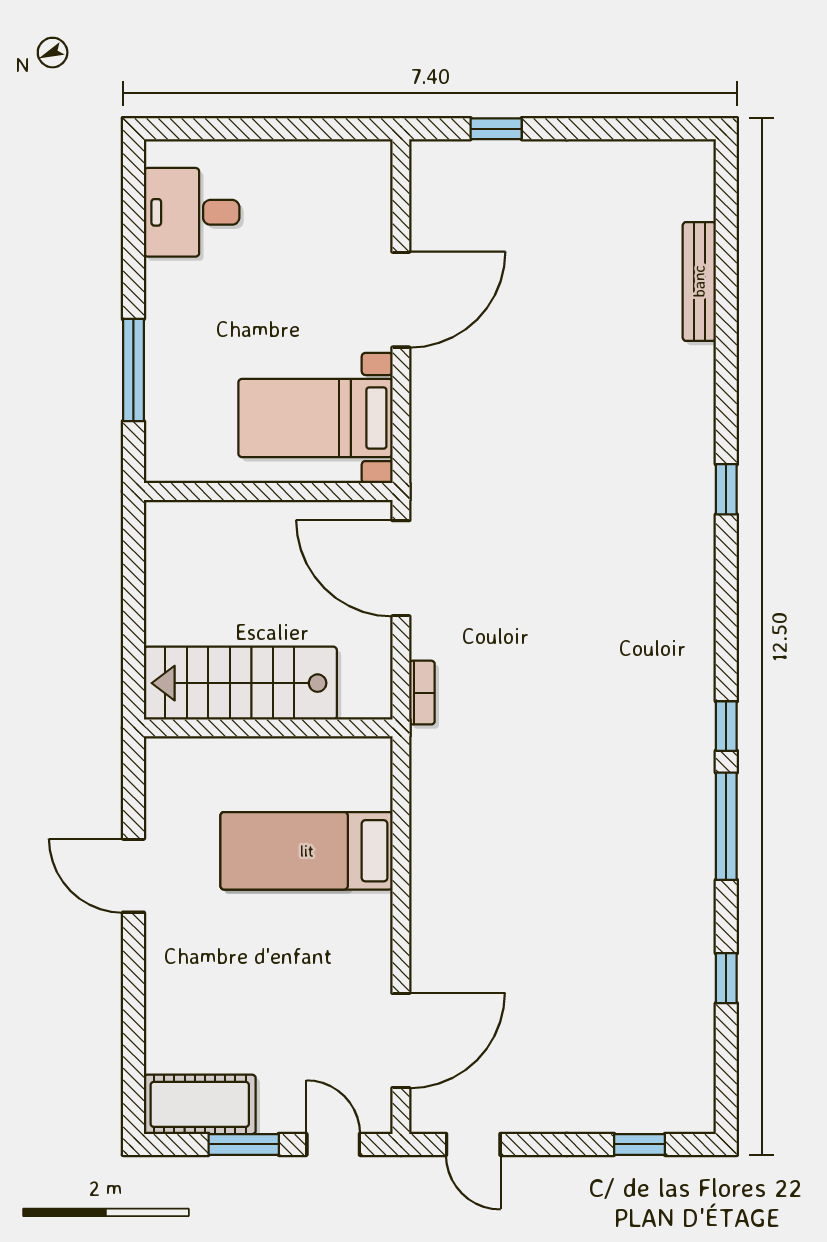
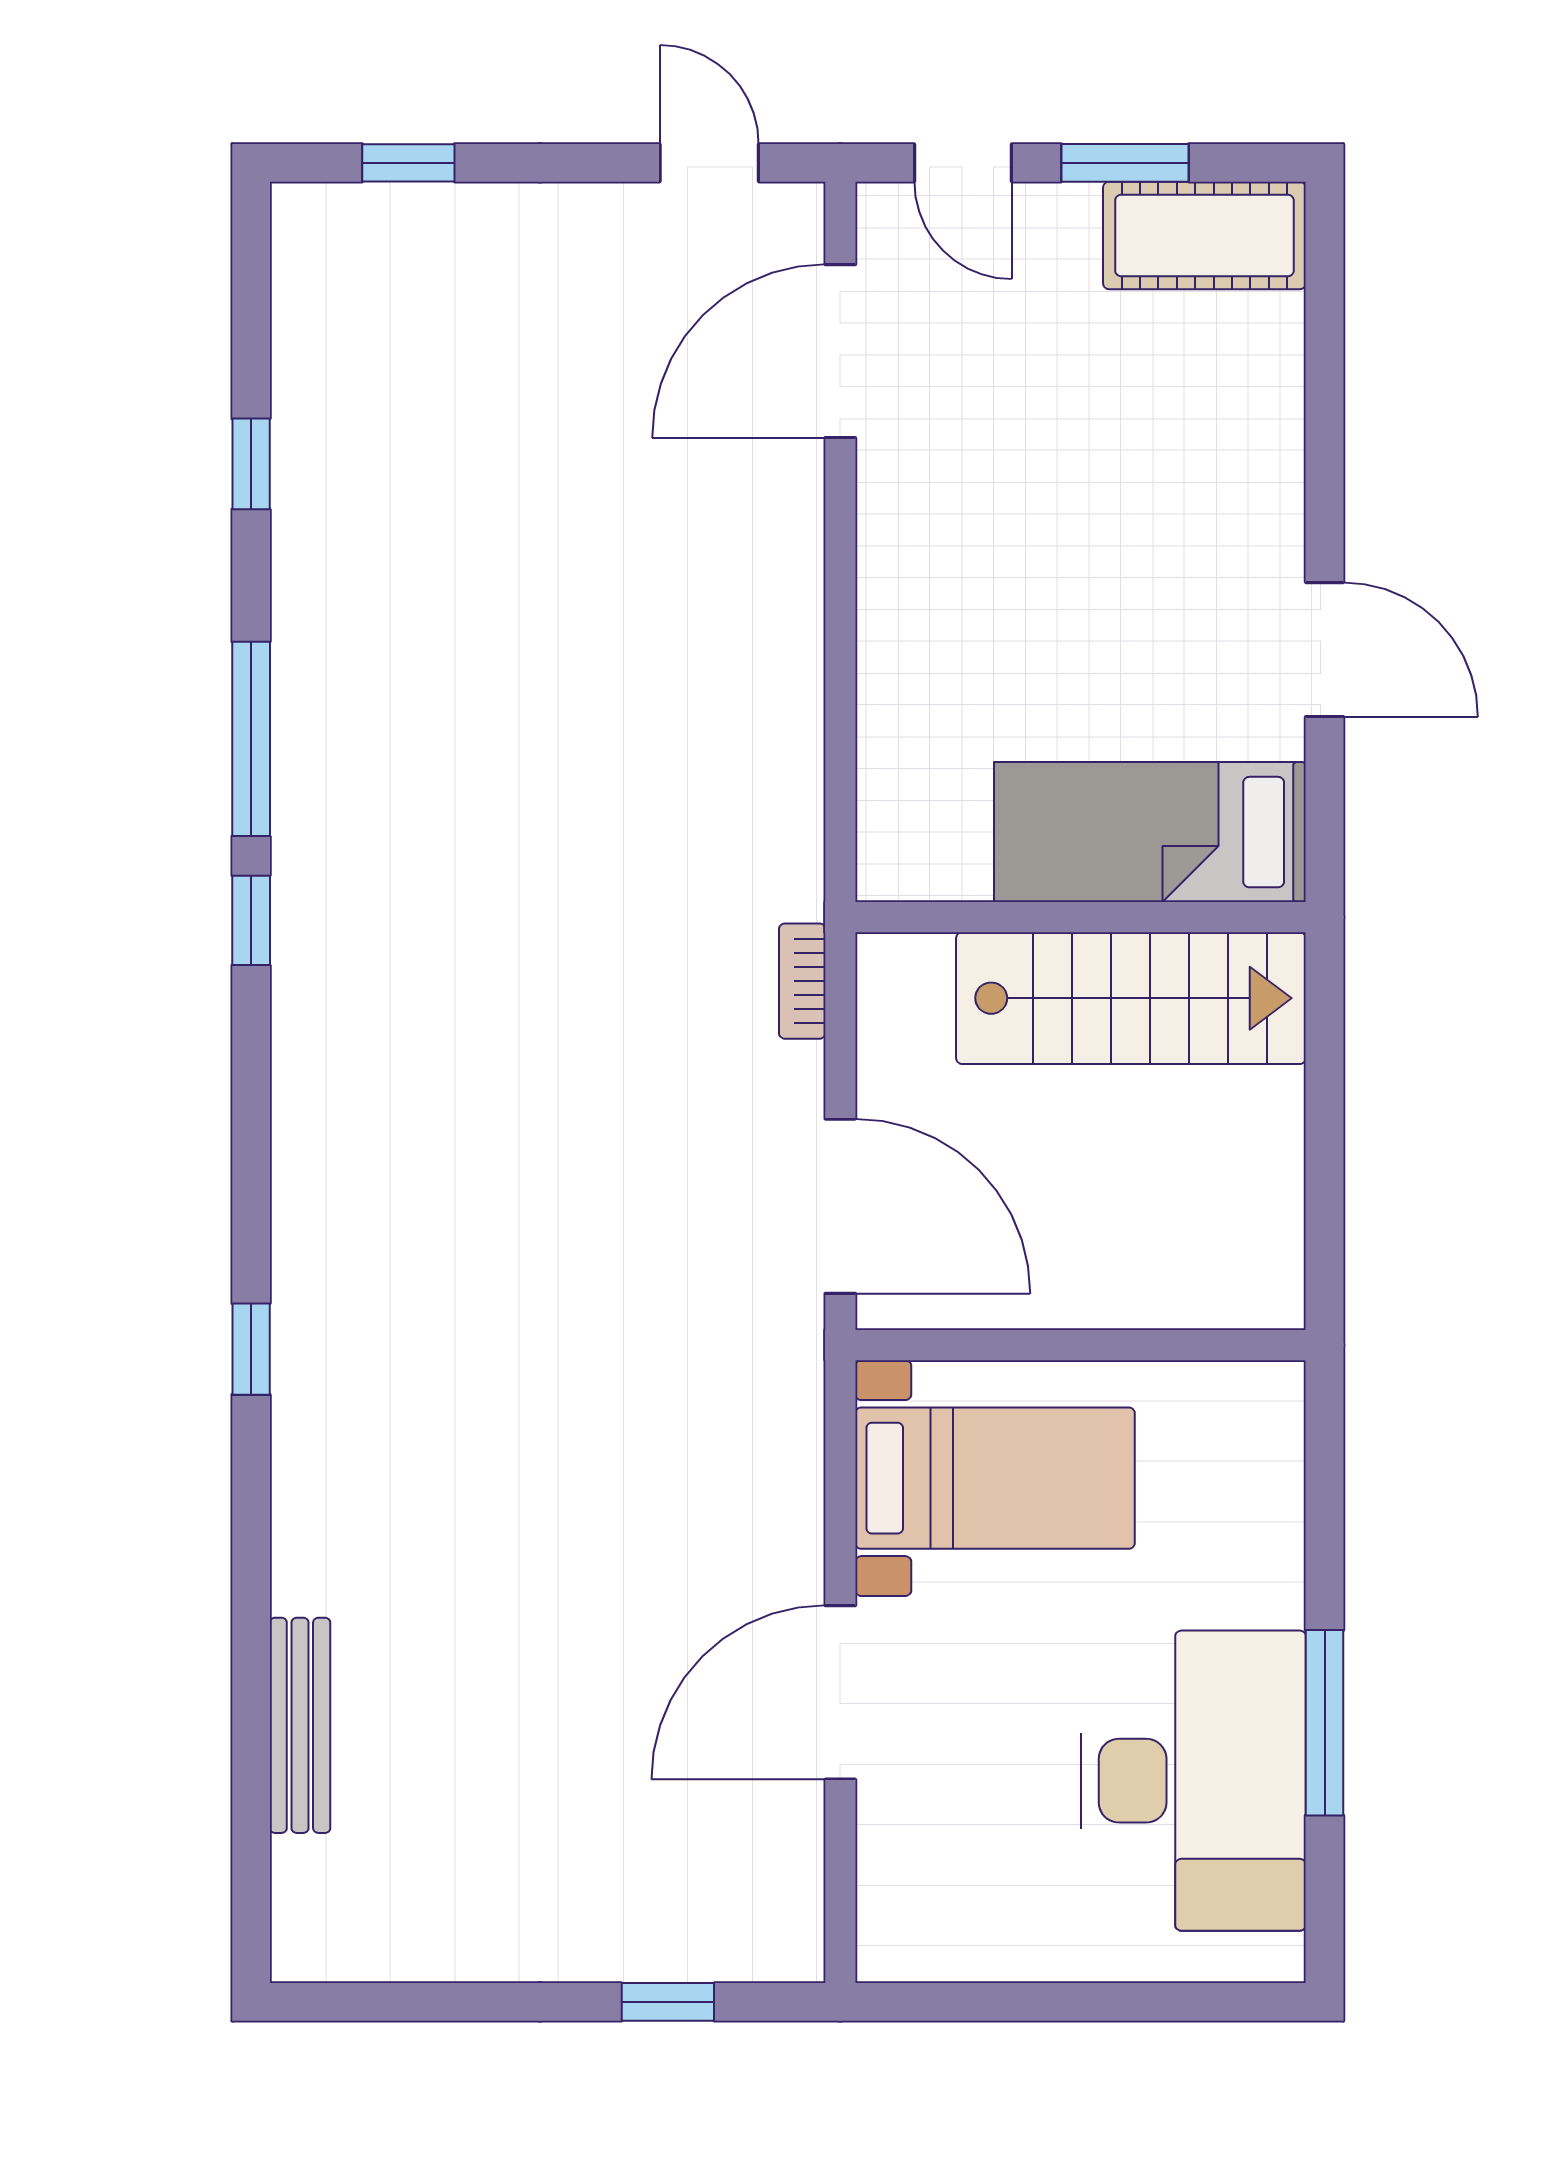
desk: (192, 212) -> (1193, 1781), width x1.87, depth x1.30
window: (133, 370) -> (1325, 1723), moved
bed: (307, 851) -> (1150, 832), moved, turned 180

